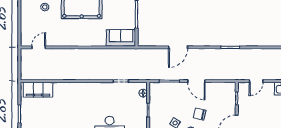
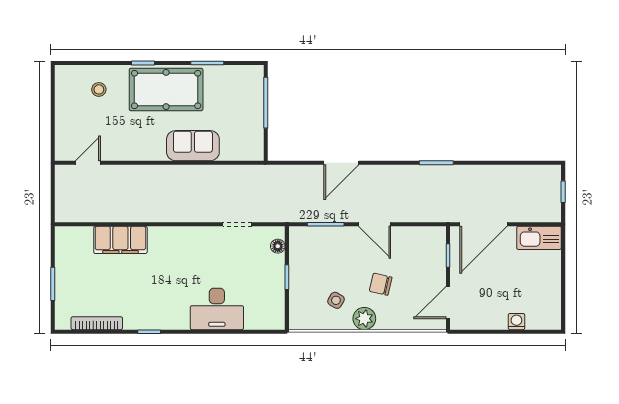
sofa: (121, 38) -> (193, 146), moved
door: (256, 81) -> (483, 224), width x1.88
filing cabinet: (38, 90) -> (120, 240), moved

